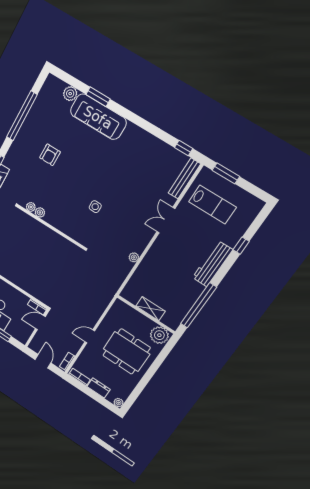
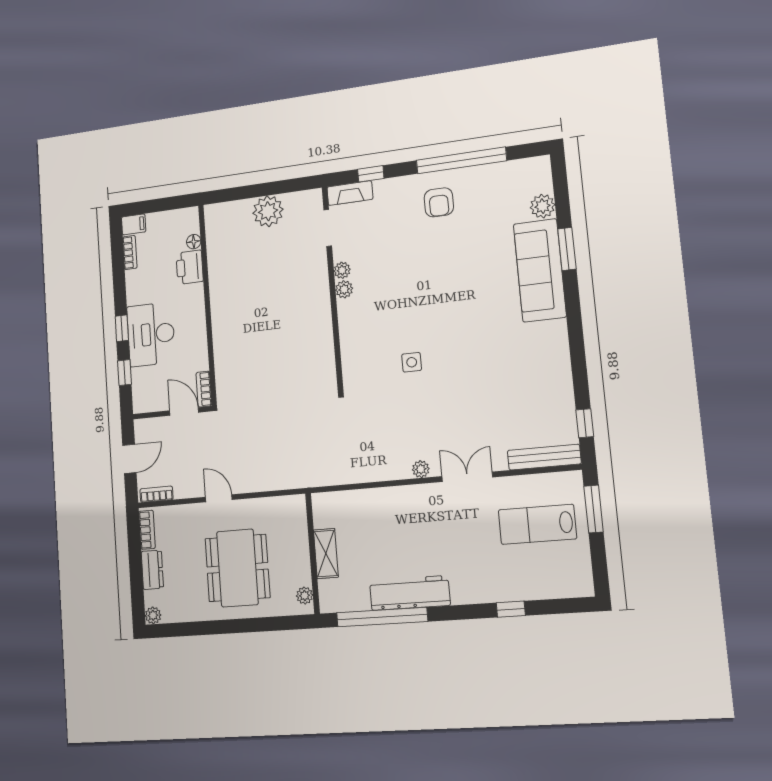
armchair: (50, 155) -> (439, 202), moved, turned -90
lab bench: (212, 205) -> (537, 524), turned 90
plant: (134, 257) -> (421, 469), moved
workbench: (212, 264) -> (410, 593), moved
plant: (159, 335) -> (305, 596), width x0.53, depth x0.53

